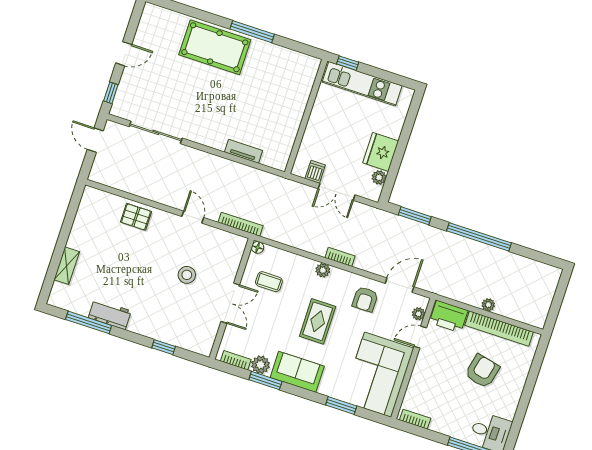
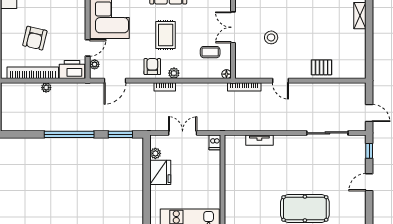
dishwasher: (315, 172) -> (215, 142), moved
armchair: (365, 299) -> (152, 67), moved

